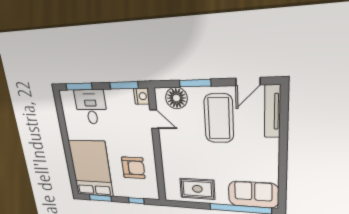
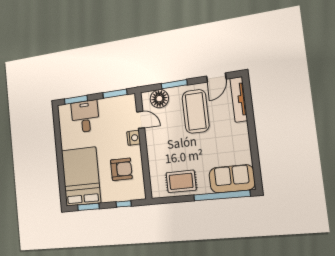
nightstand: (142, 96) -> (134, 138), moved

